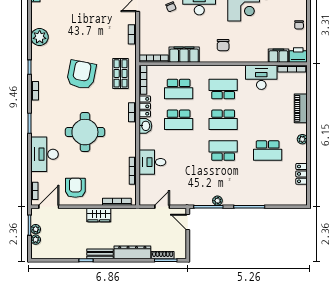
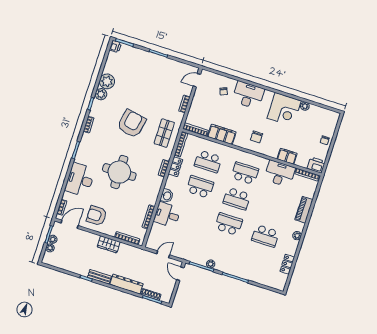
plant: (37, 53) -> (101, 94), added
filing cabinet: (278, 56) -> (287, 156), moved
school desk: (179, 120) -> (200, 187), turned 180
washbasin: (145, 126) -> (167, 196), moved
armchair: (75, 188) -> (97, 216), turned -90

